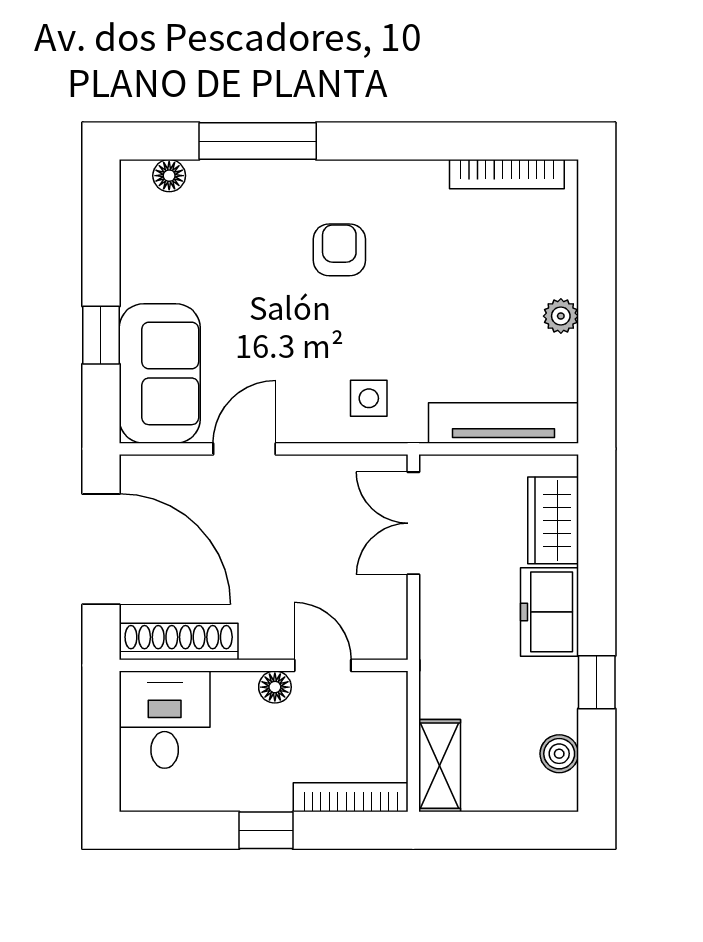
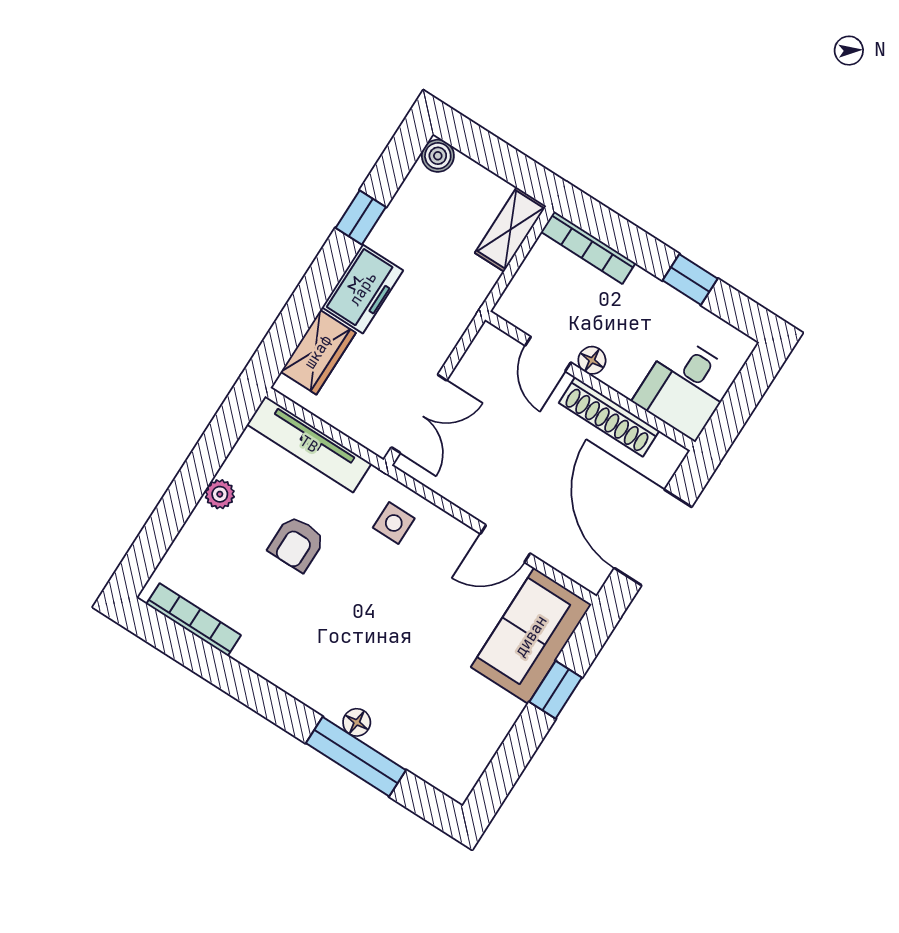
floor lamp: (169, 176) -> (357, 722), moved
armchair: (339, 250) -> (297, 544), moved
shoe rack: (179, 642) -> (609, 417), moved
boiler: (559, 754) -> (438, 156), moved
window: (266, 830) -> (690, 280), moved

